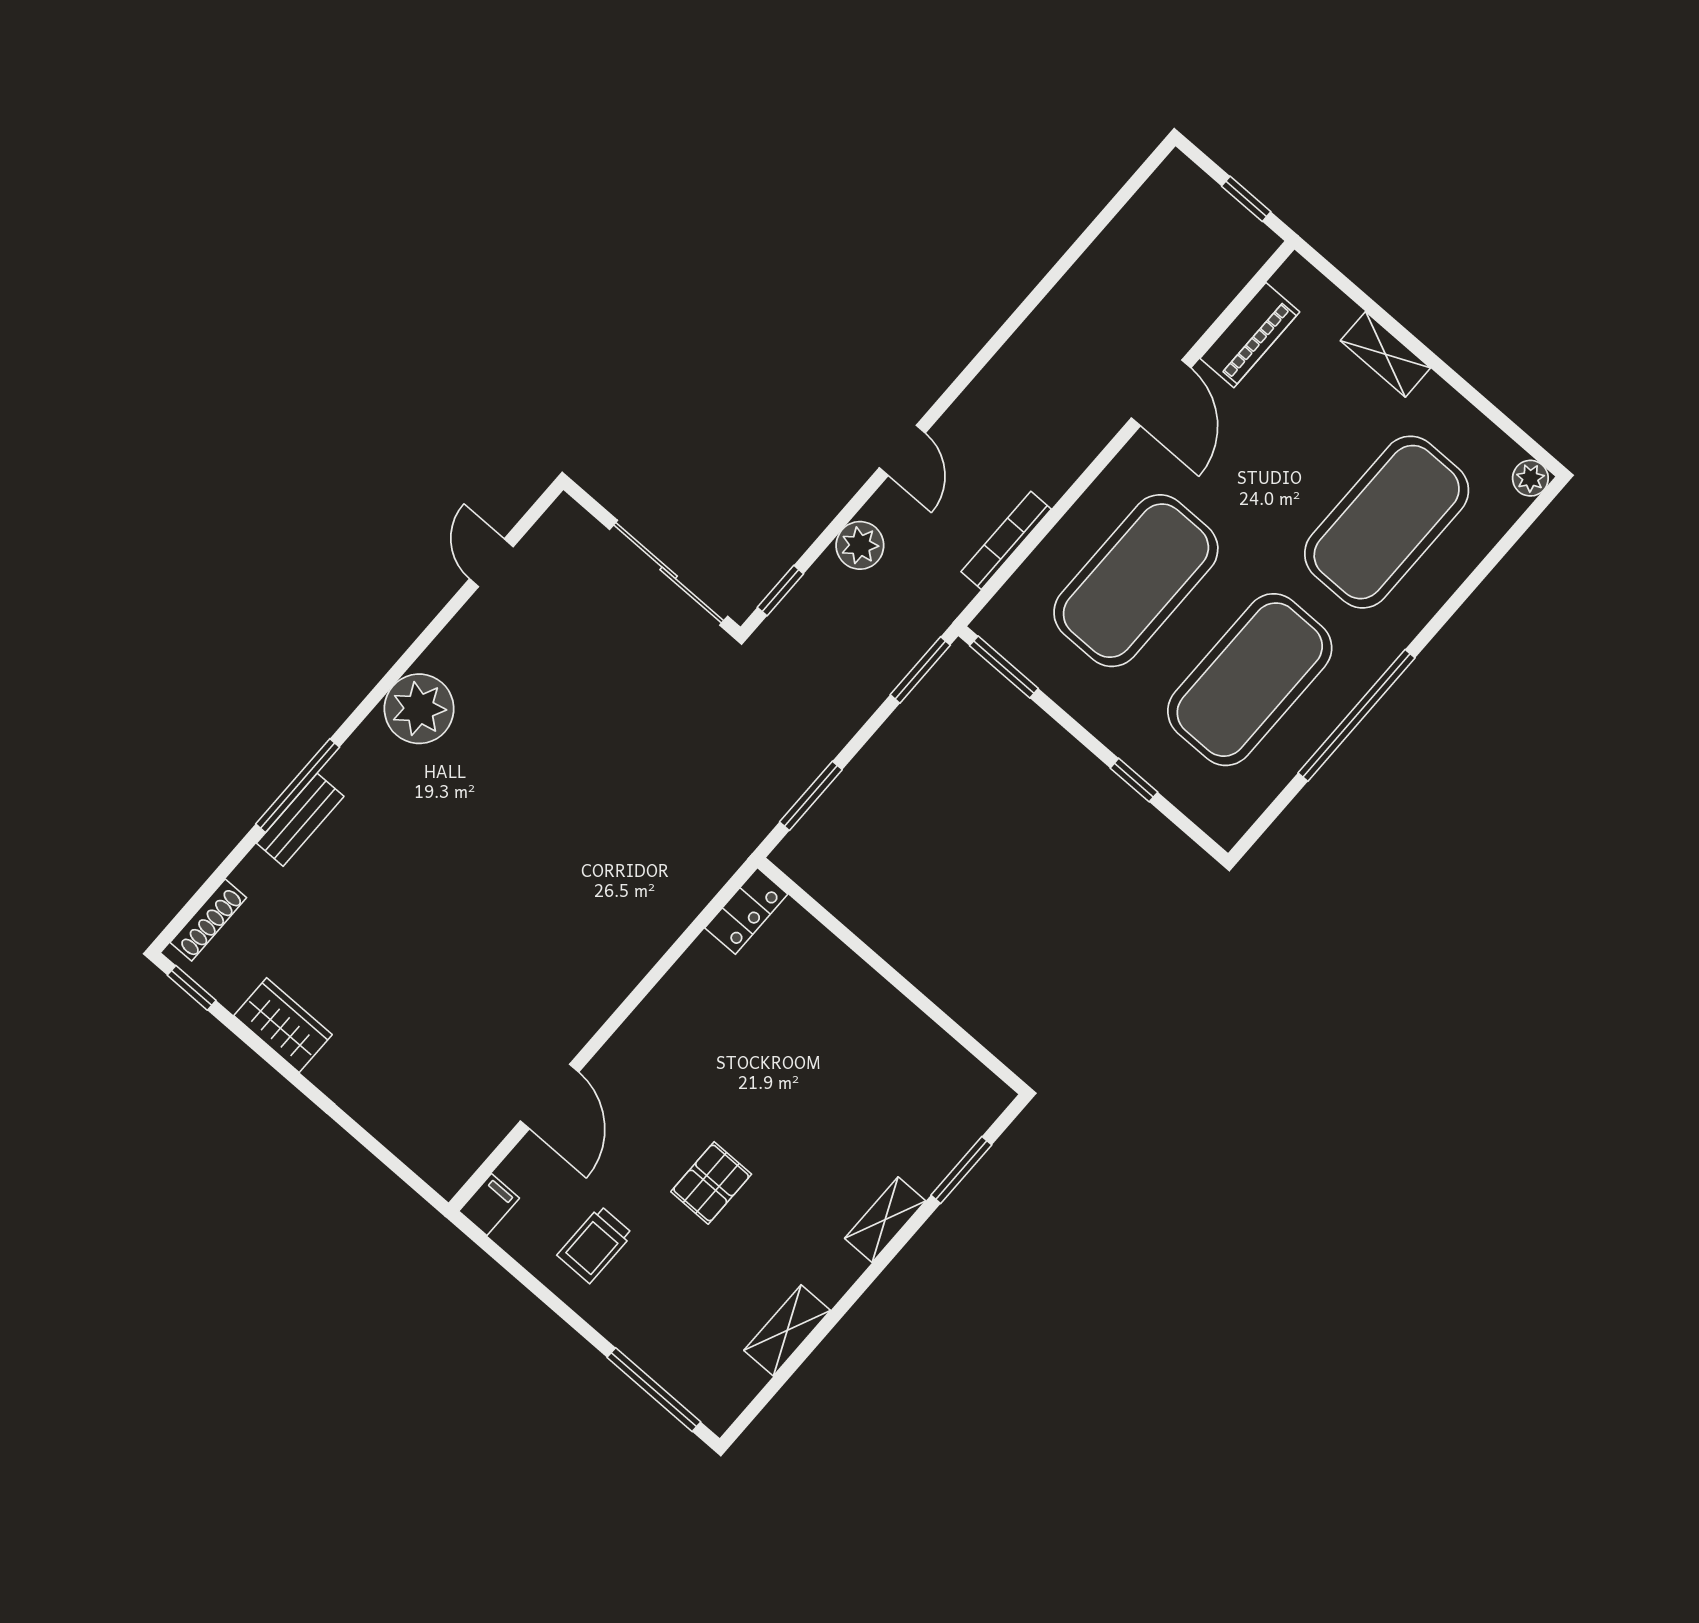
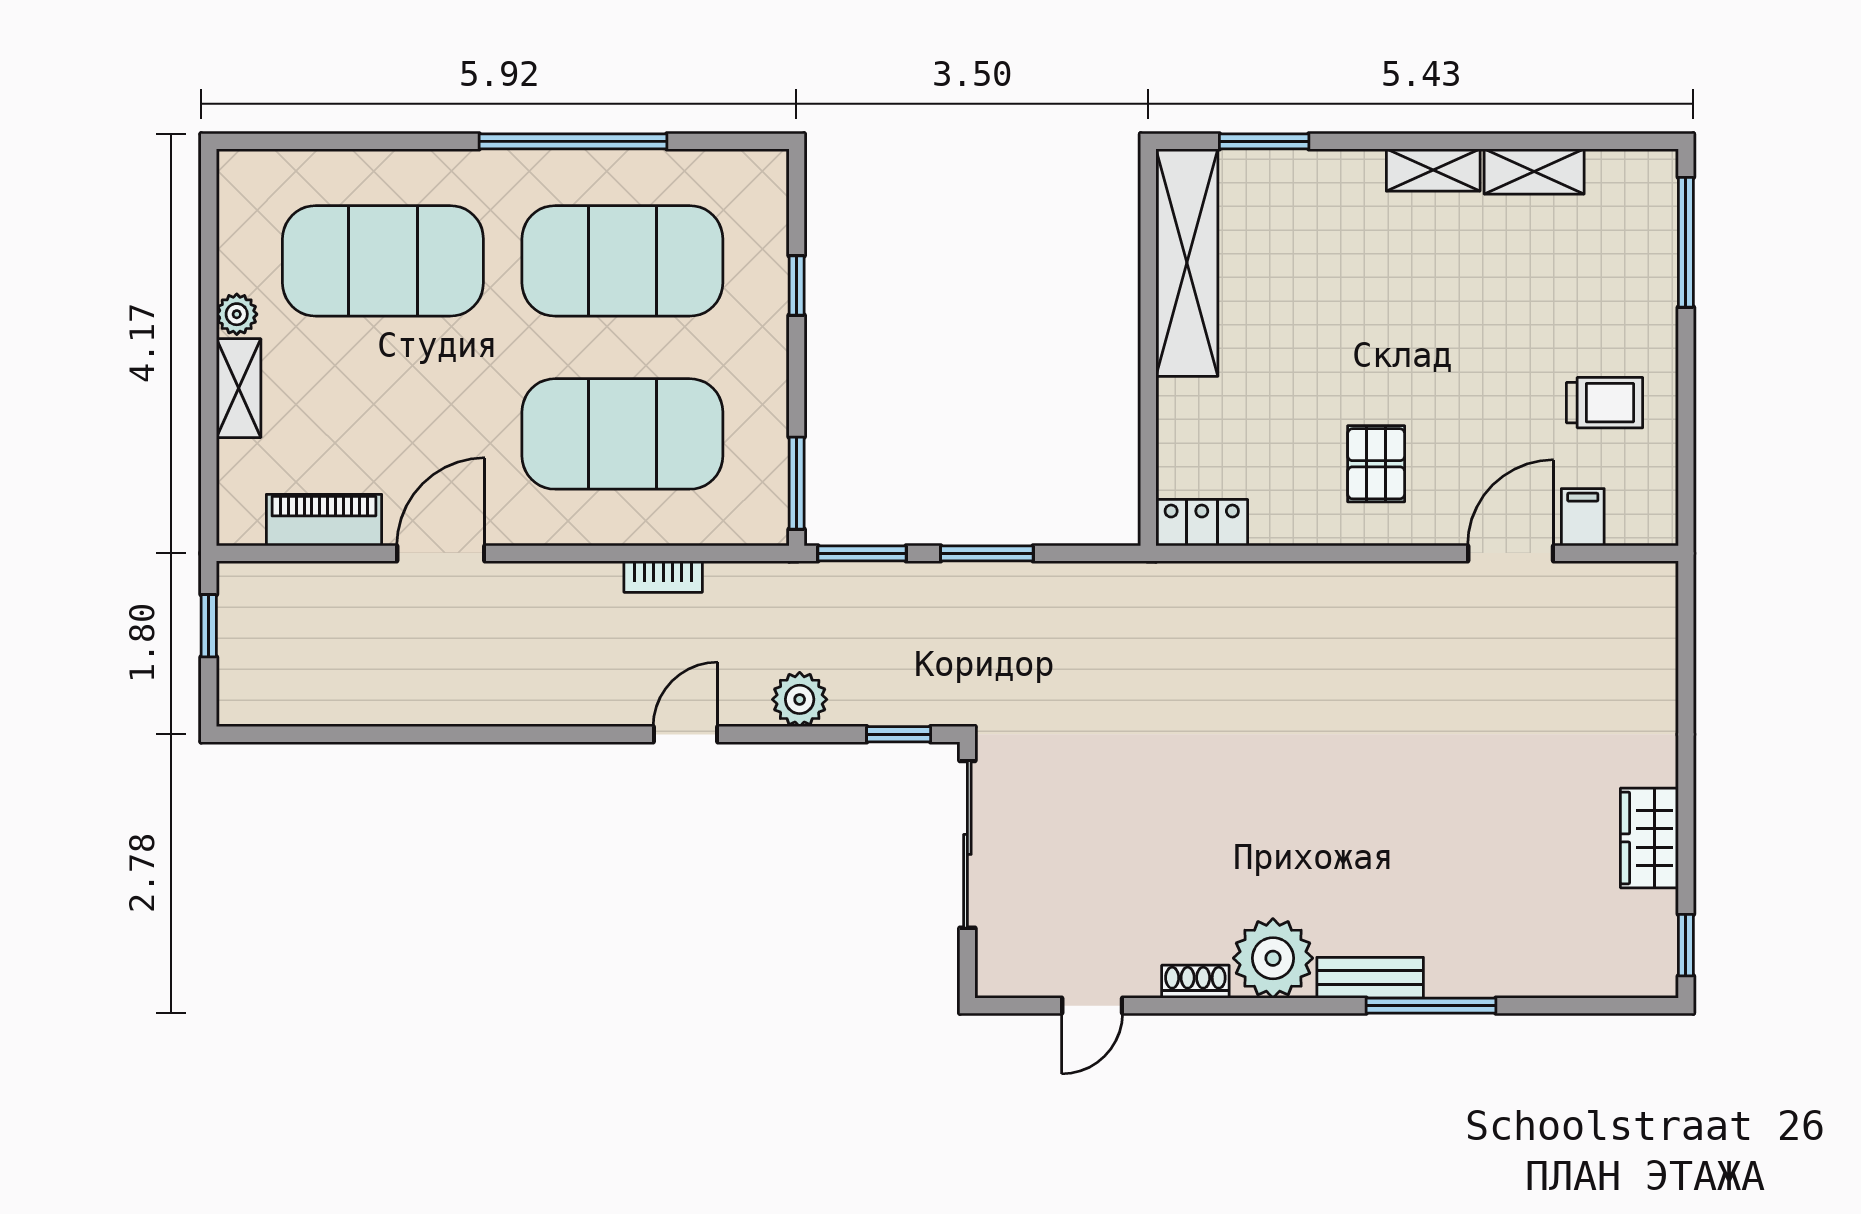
plant: (1530, 478) -> (237, 314), moved
bookcase: (1006, 540) -> (663, 577), width x0.64
window: (811, 796) -> (987, 553), moved
bench: (300, 820) -> (1370, 978), moved
shoe rack: (208, 920) -> (1195, 982), moved, width x0.70
shelving: (926, 1050) -> (1187, 263), added
pallet: (711, 1183) -> (1376, 464), moved, turned 90
filing cabinet: (489, 1205) -> (1583, 517), moved, turned 90
shelving: (885, 1220) -> (1433, 170), moved

